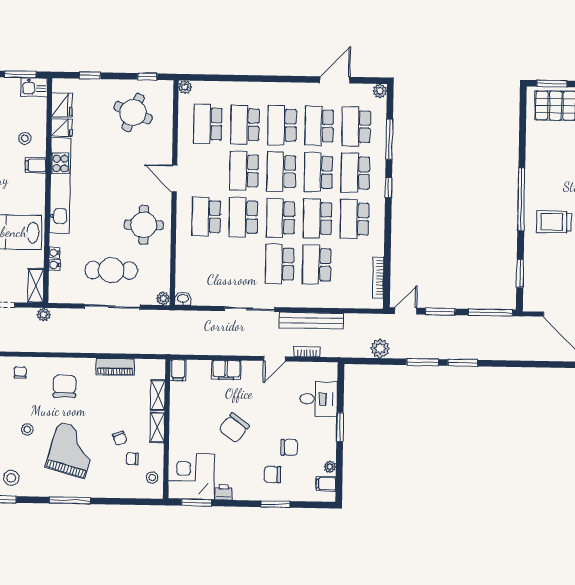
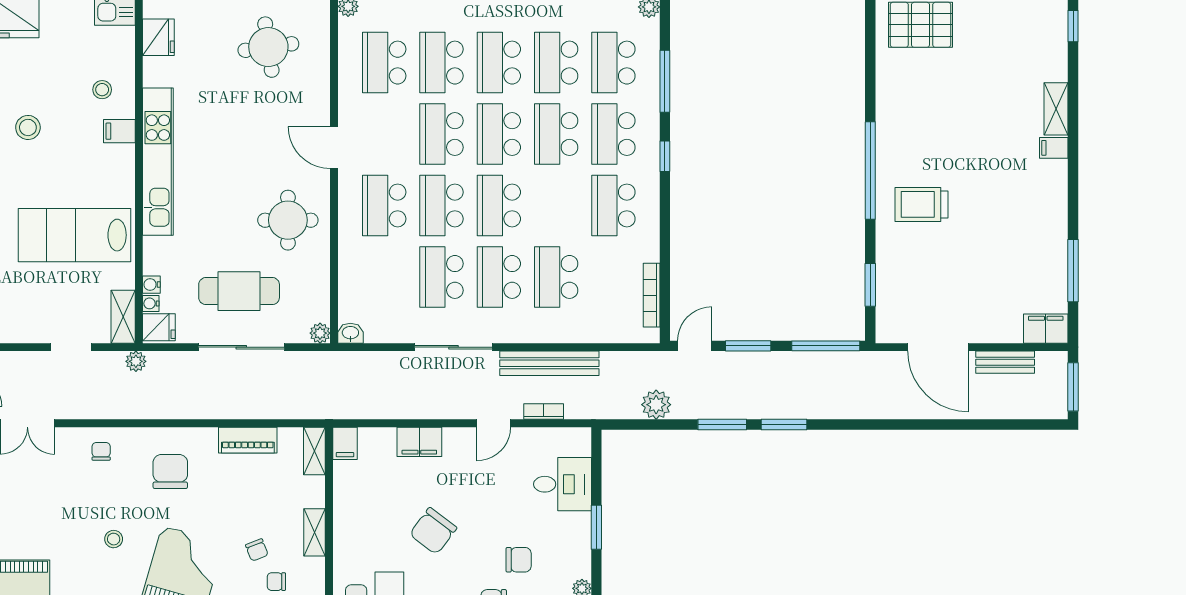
round table: (133, 113) -> (268, 47), turned -30
fridge: (62, 128) -> (159, 327), moved
school desk: (318, 218) -> (442, 277), moved
water cooler: (54, 253) -> (151, 303), moved
shelving: (158, 395) -> (314, 451), moved

